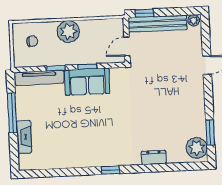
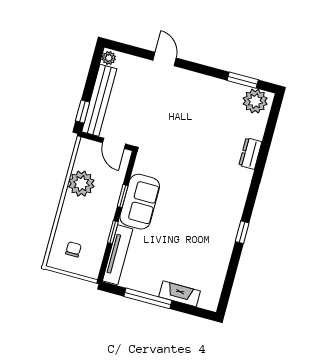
plant: (68, 32) -> (81, 184), moved
window: (111, 170) -> (242, 232), moved

